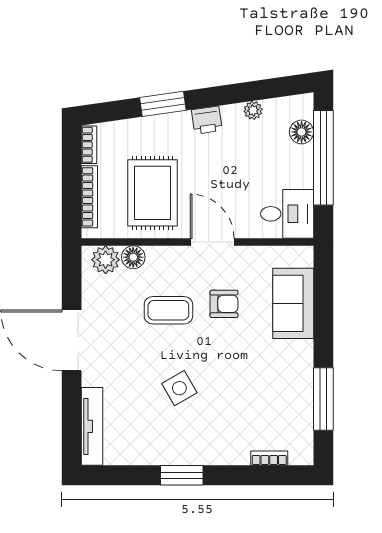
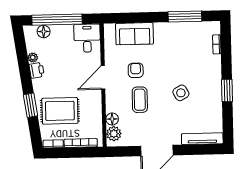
printer: (207, 120) -> (37, 70), moved
rug: (153, 193) -> (60, 111), moved

